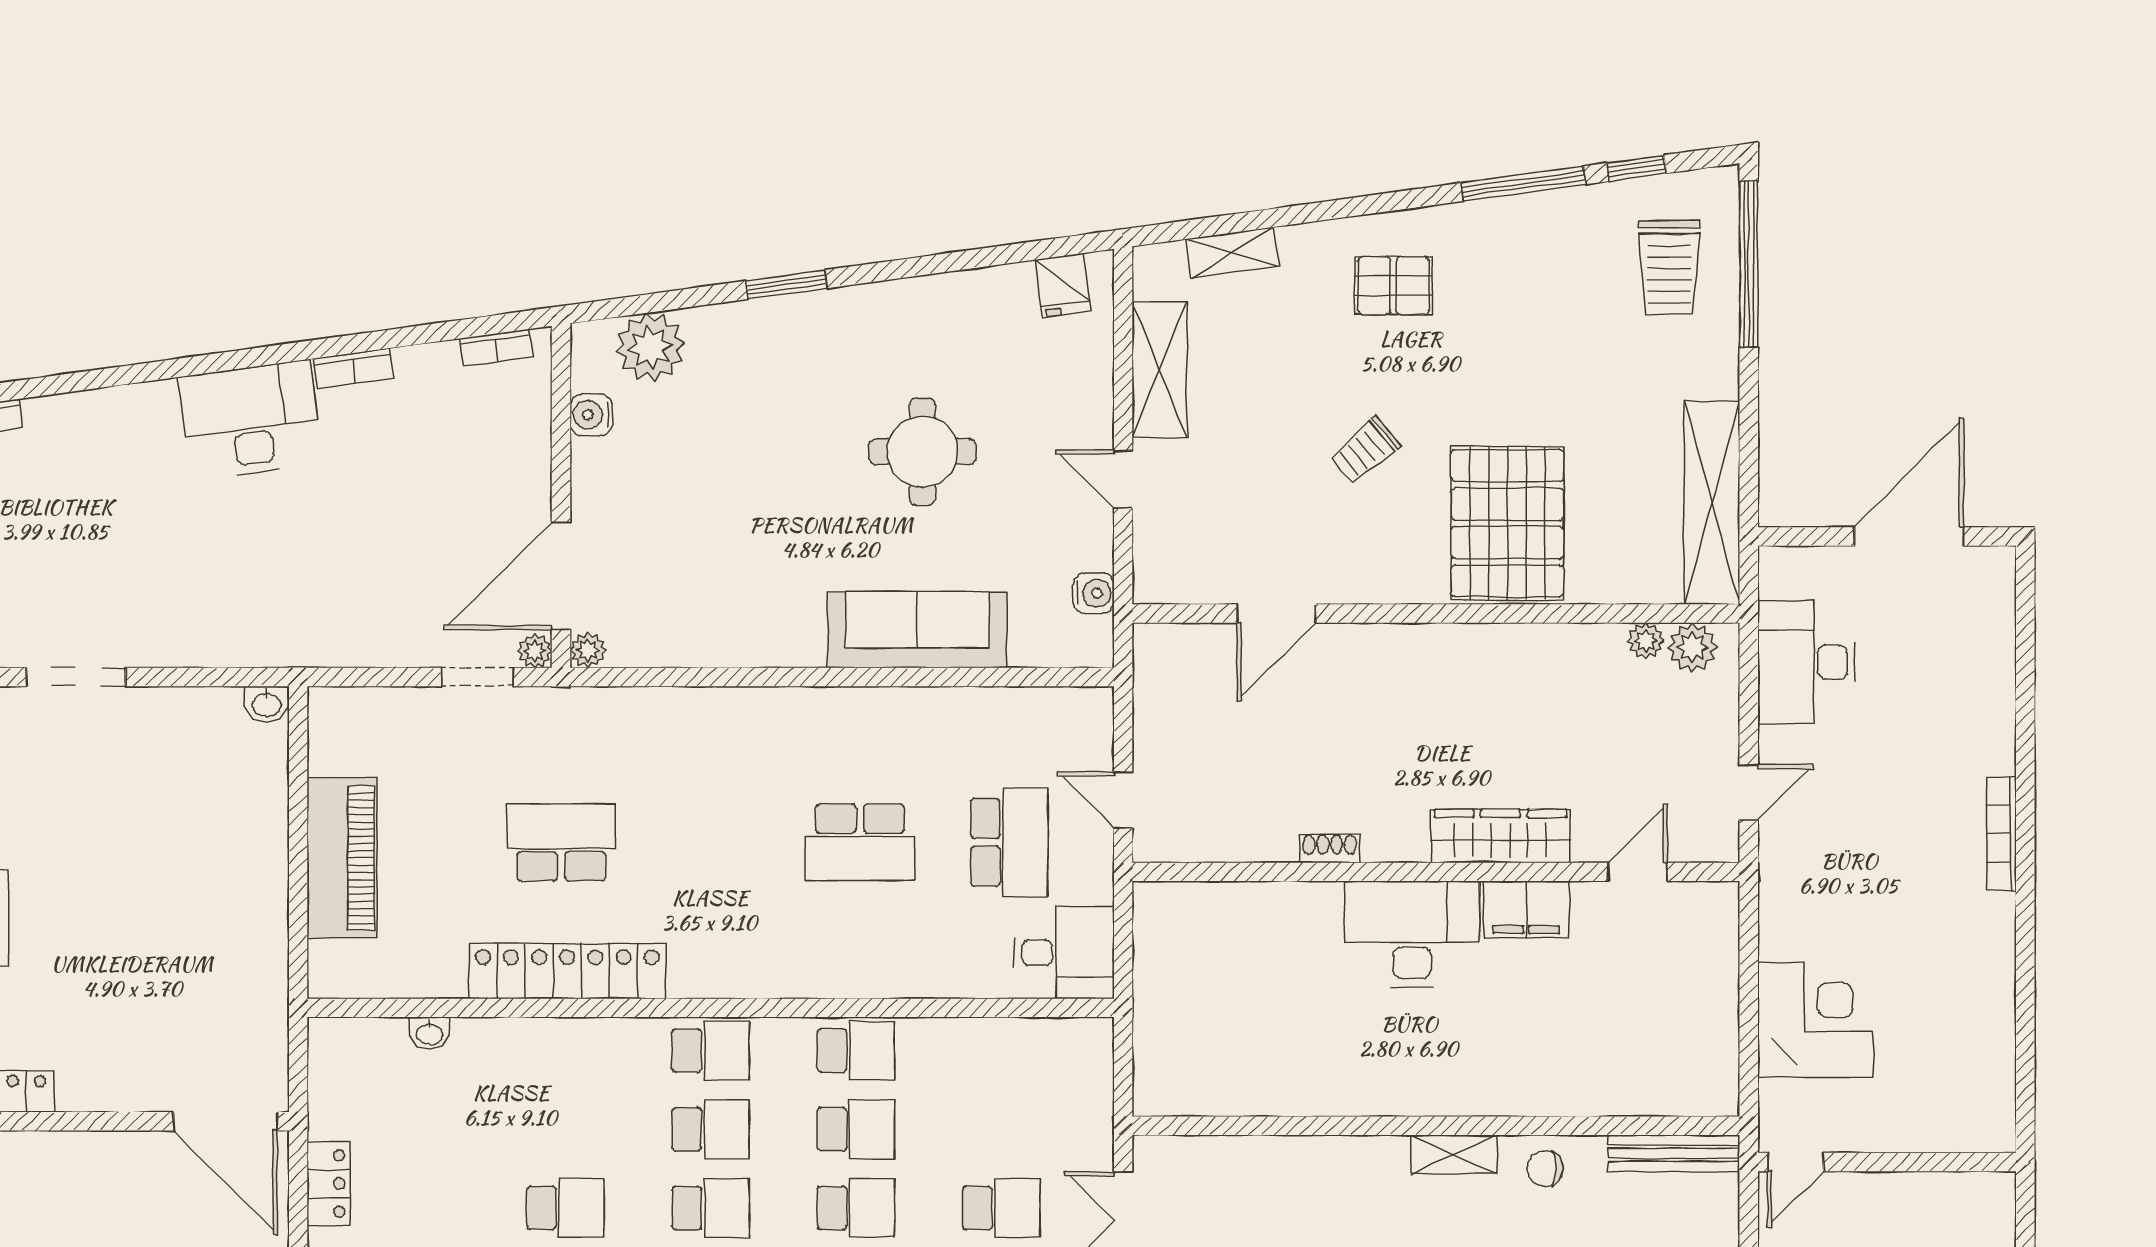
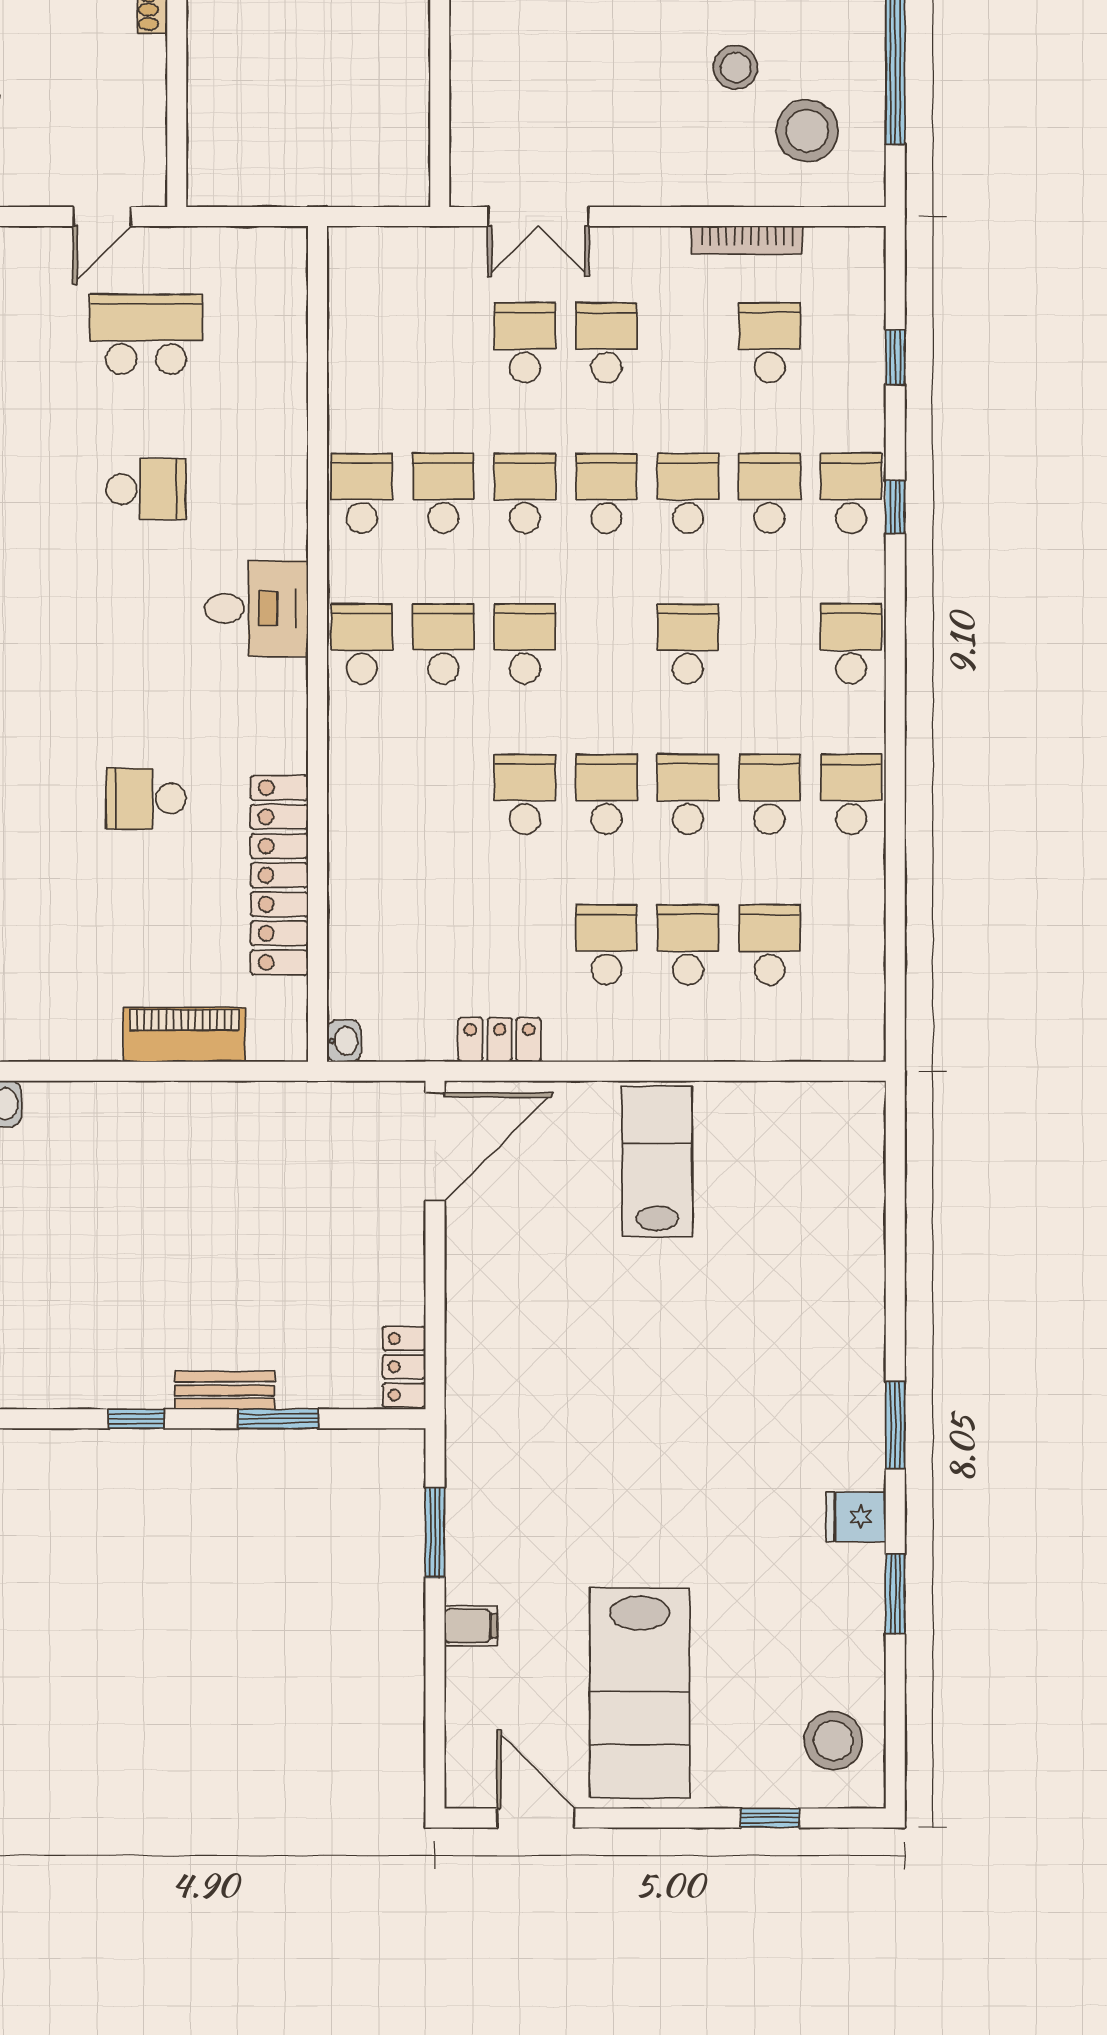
school desk: (561, 842) -> (146, 799), width x0.54
school desk: (860, 842) -> (146, 489), width x0.54
piano: (342, 858) -> (184, 1035), width x0.73, depth x0.75
desk: (1064, 953) -> (257, 609), moved, turned 90
locker: (567, 971) -> (279, 875), moved
washbasin: (430, 1033) -> (344, 1041), moved

